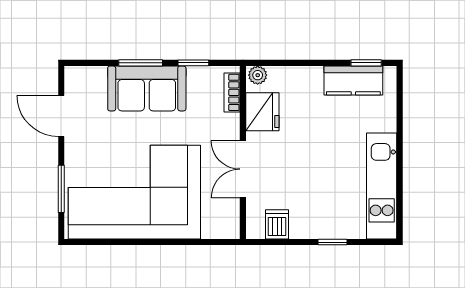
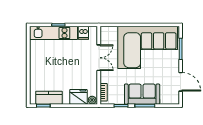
fridge: (262, 112) -> (78, 97), moved, turned 90
kitchen unit: (382, 186) -> (53, 33), moved, turned 90

